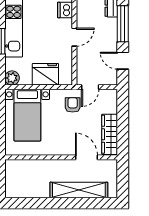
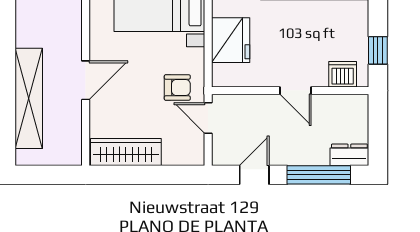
door: (86, 157) -> (86, 80), moved

